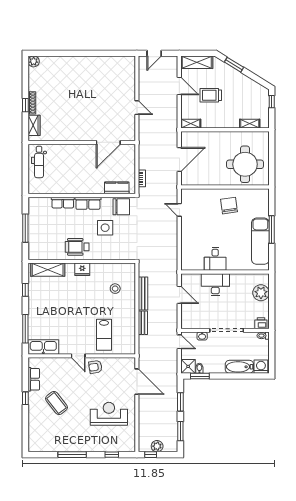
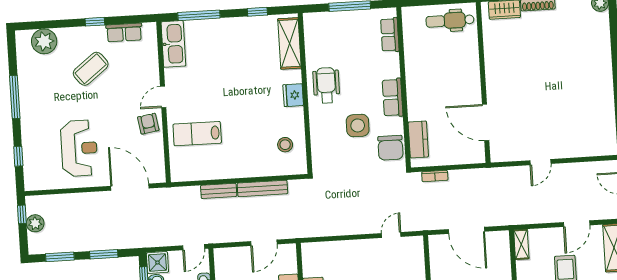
row of seats: (63, 203) -> (390, 35), moved
stool: (115, 289) -> (285, 145), moved
door: (137, 382) -> (130, 187), swing flipped
plant: (36, 433) -> (44, 41), added

